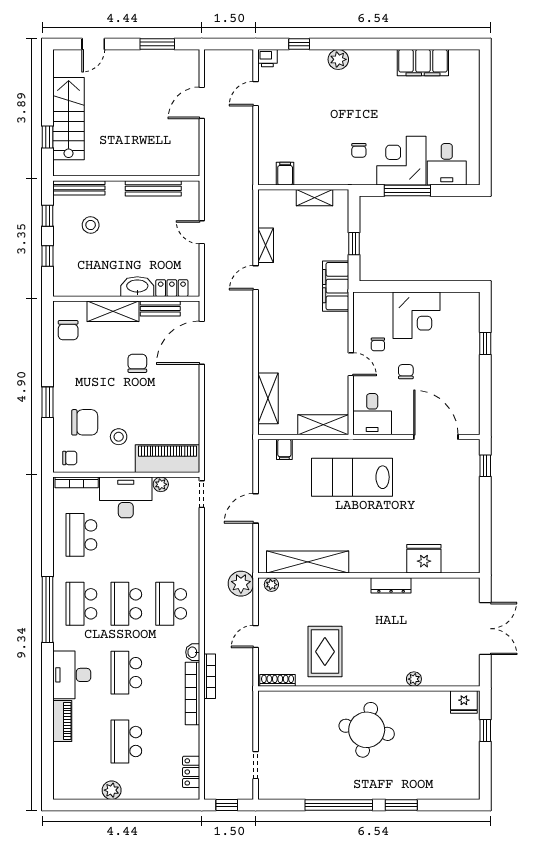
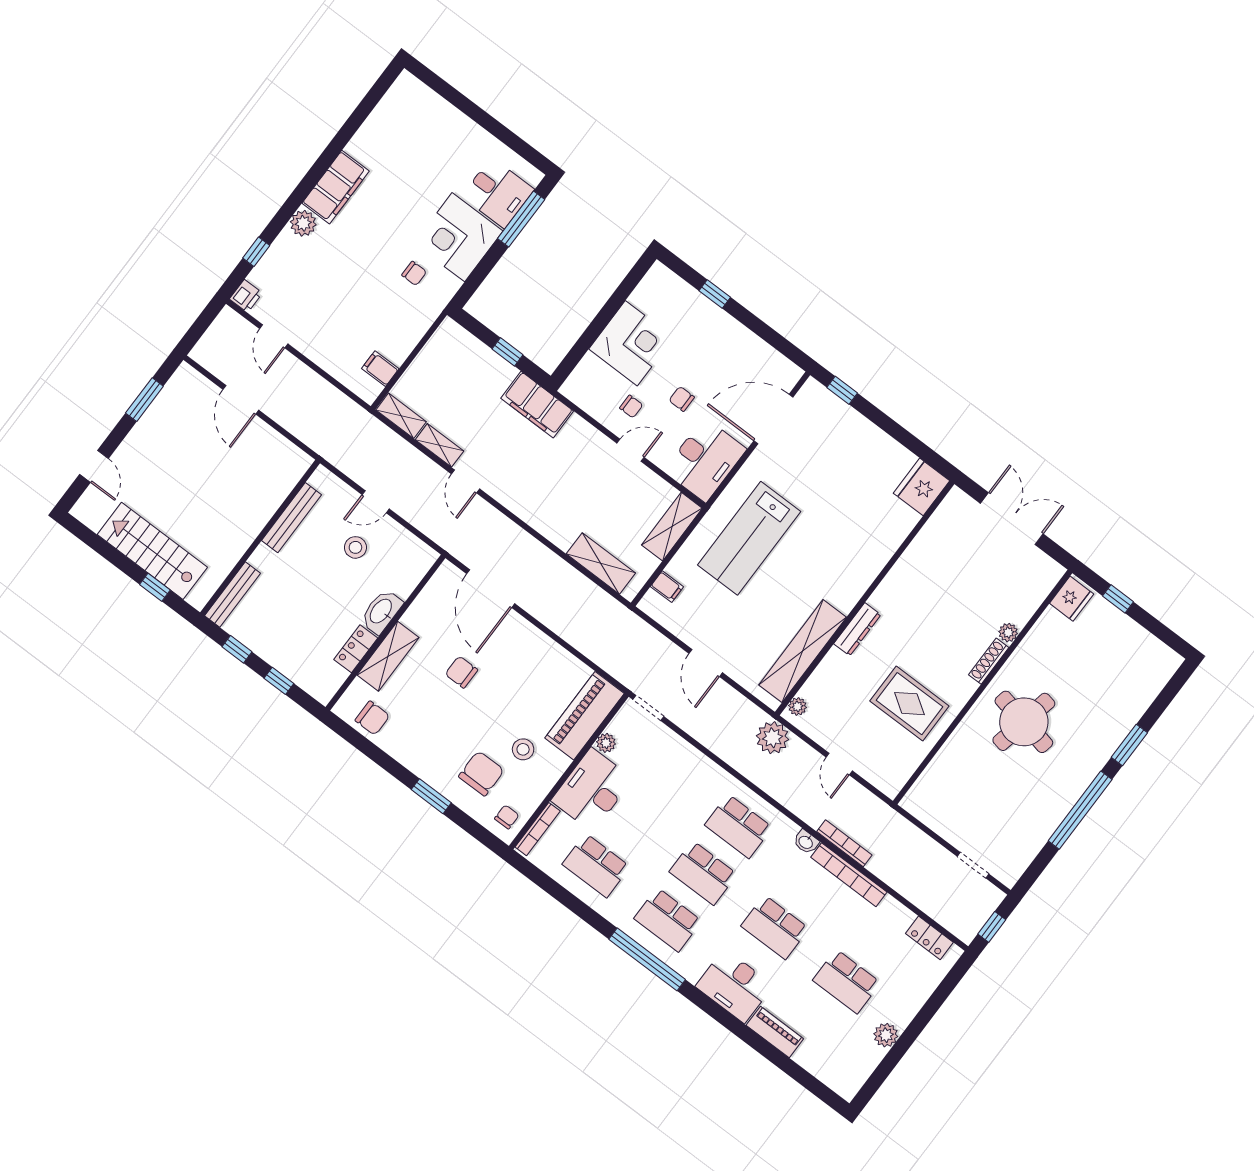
filing cabinet: (423, 63) -> (336, 187), moved
window: (407, 191) -> (521, 219), moved
shelving: (315, 198) -> (401, 416), moved, turned 90
stool: (91, 225) -> (355, 547), moved
locker: (172, 288) -> (356, 649), moved
bench: (160, 308) -> (422, 605), removed
desk: (372, 414) -> (705, 460), width x1.37
fridge: (424, 559) -> (921, 487), moved
dresser: (391, 585) -> (857, 629), moved
shoe rack: (278, 680) -> (989, 661), moved

